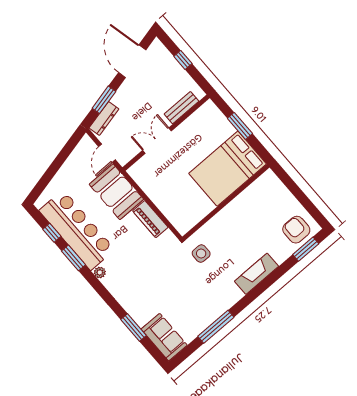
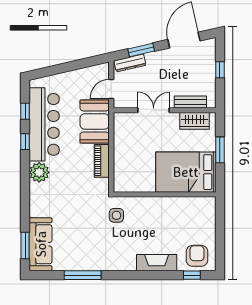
wardrobe: (198, 120) -> (194, 121), added
window: (306, 249) -> (192, 275), width x0.67
window: (73, 258) -> (25, 142), width x0.67
plant: (100, 272) -> (39, 172), width x1.87, depth x1.87
fireplace: (257, 274) -> (157, 263), moved
window: (134, 327) -> (25, 245), moved
sofa: (164, 337) -> (41, 244), width x1.36

